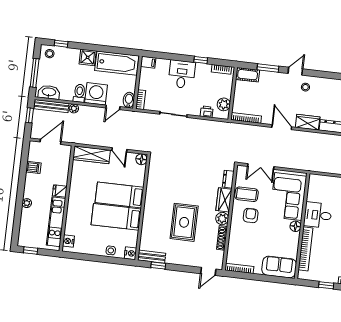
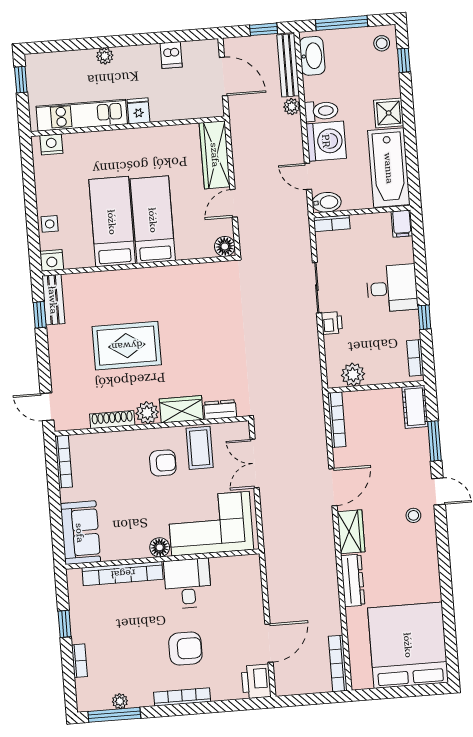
printer: (207, 112) -> (332, 323), moved

